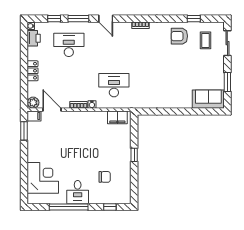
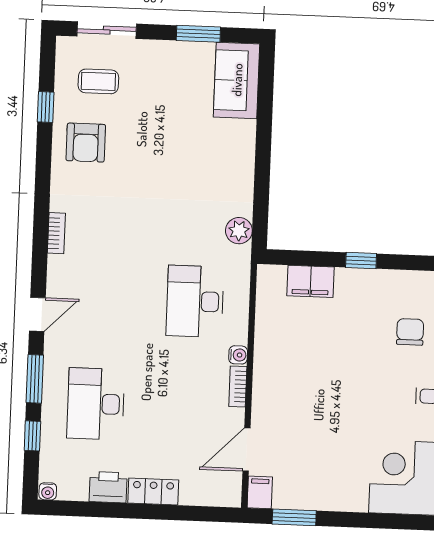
printer: (34, 38) -> (108, 487), moved
plant: (33, 103) -> (239, 231), moved
filing cabinet: (117, 117) -> (310, 281), moved, turned 90

